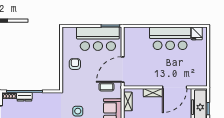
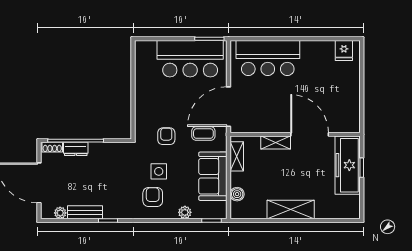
bar counter: (170, 38) -> (268, 58), moved
armchair: (75, 64) -> (166, 136), moved
door: (175, 87) -> (310, 134), swing flipped

